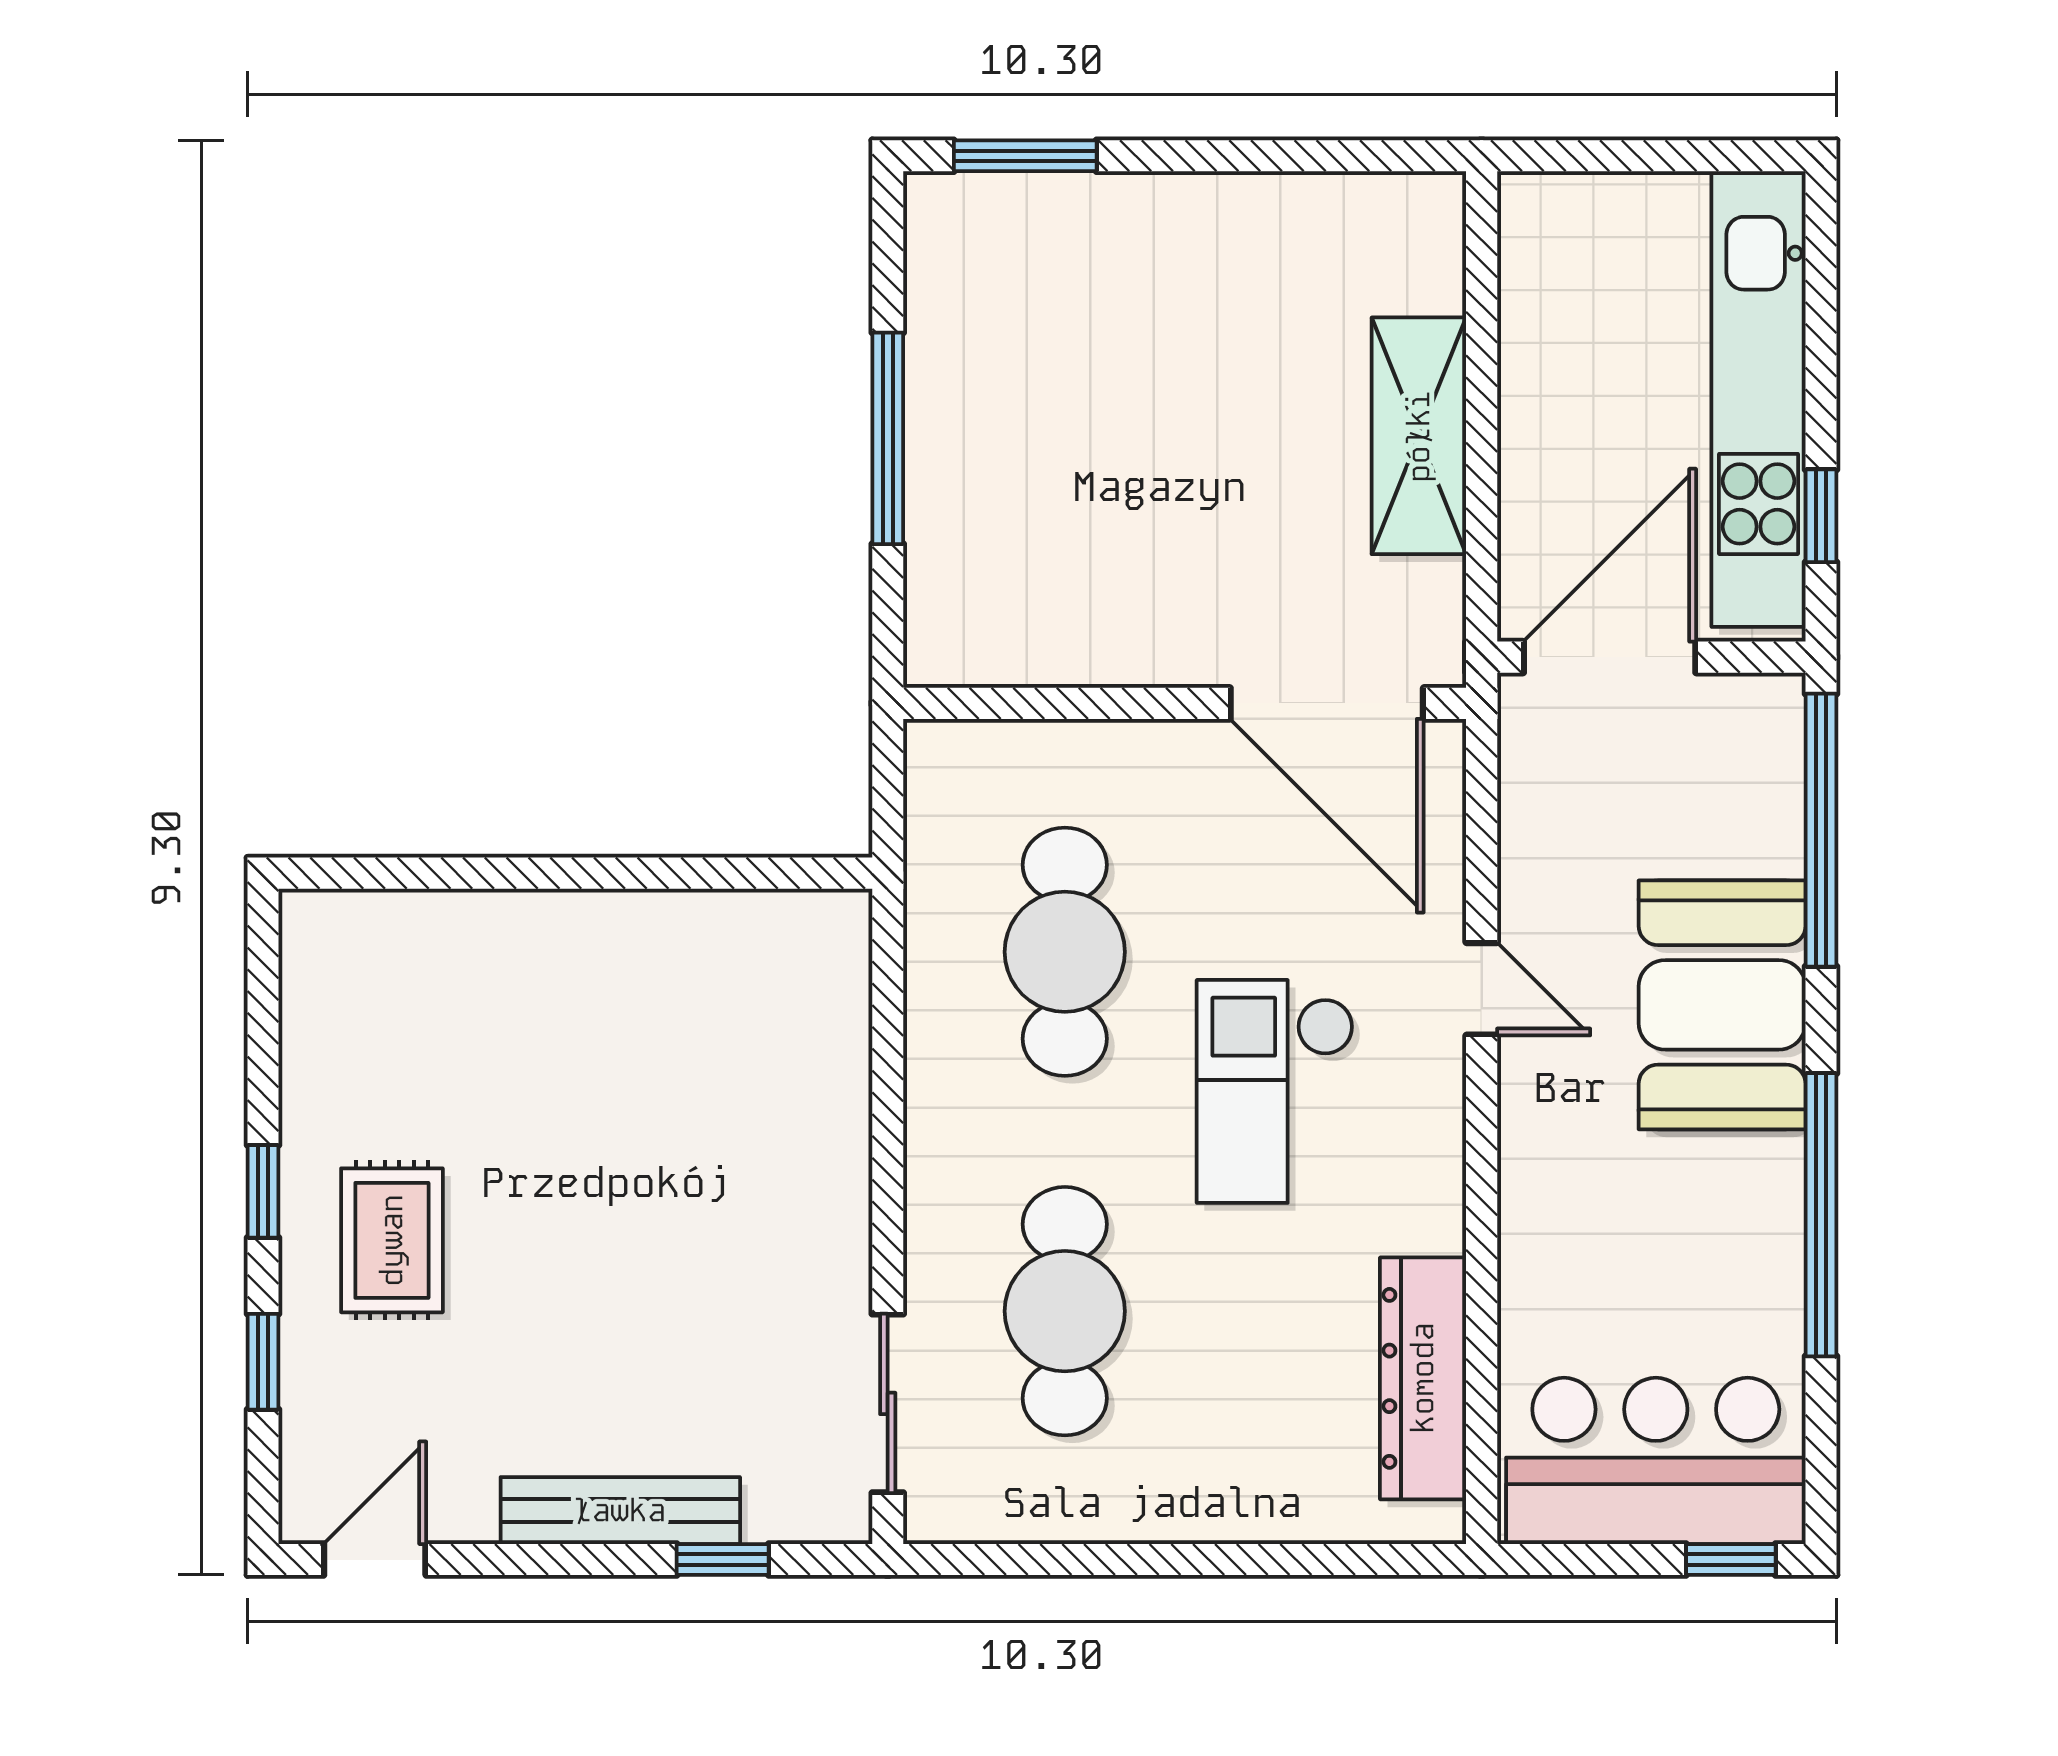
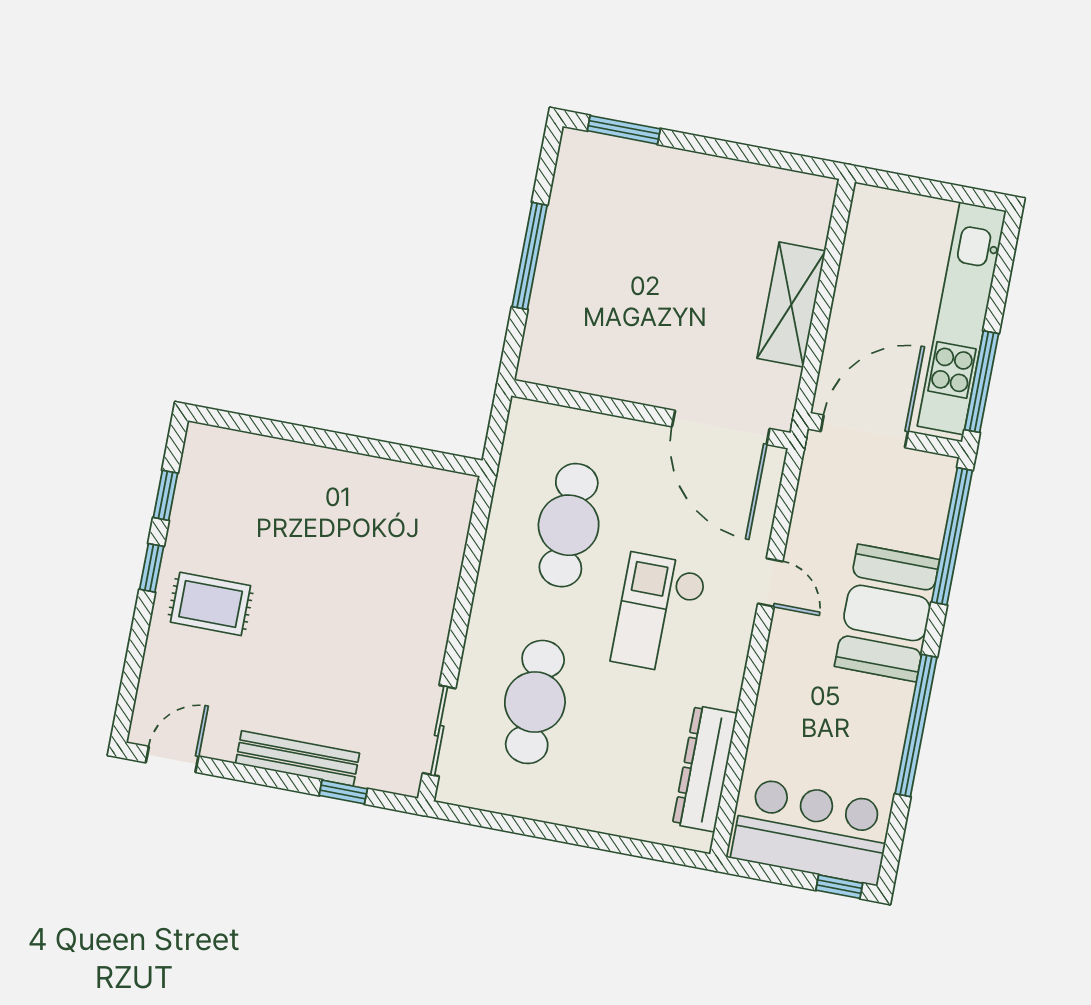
window: (1821, 516) -> (982, 382), width x2.17
rug: (392, 1240) -> (211, 604), turned 90
window: (263, 1362) -> (165, 495), moved

